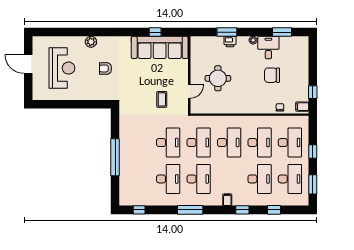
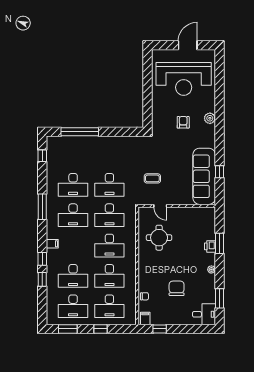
plant: (91, 42) -> (210, 118), moved
desk: (268, 48) -> (204, 314), moved
reception desk: (62, 68) -> (184, 79), width x1.36, depth x1.30
round table: (218, 78) -> (159, 238), moved
window: (115, 157) -> (80, 132), moved
window: (274, 210) -> (42, 279), moved

